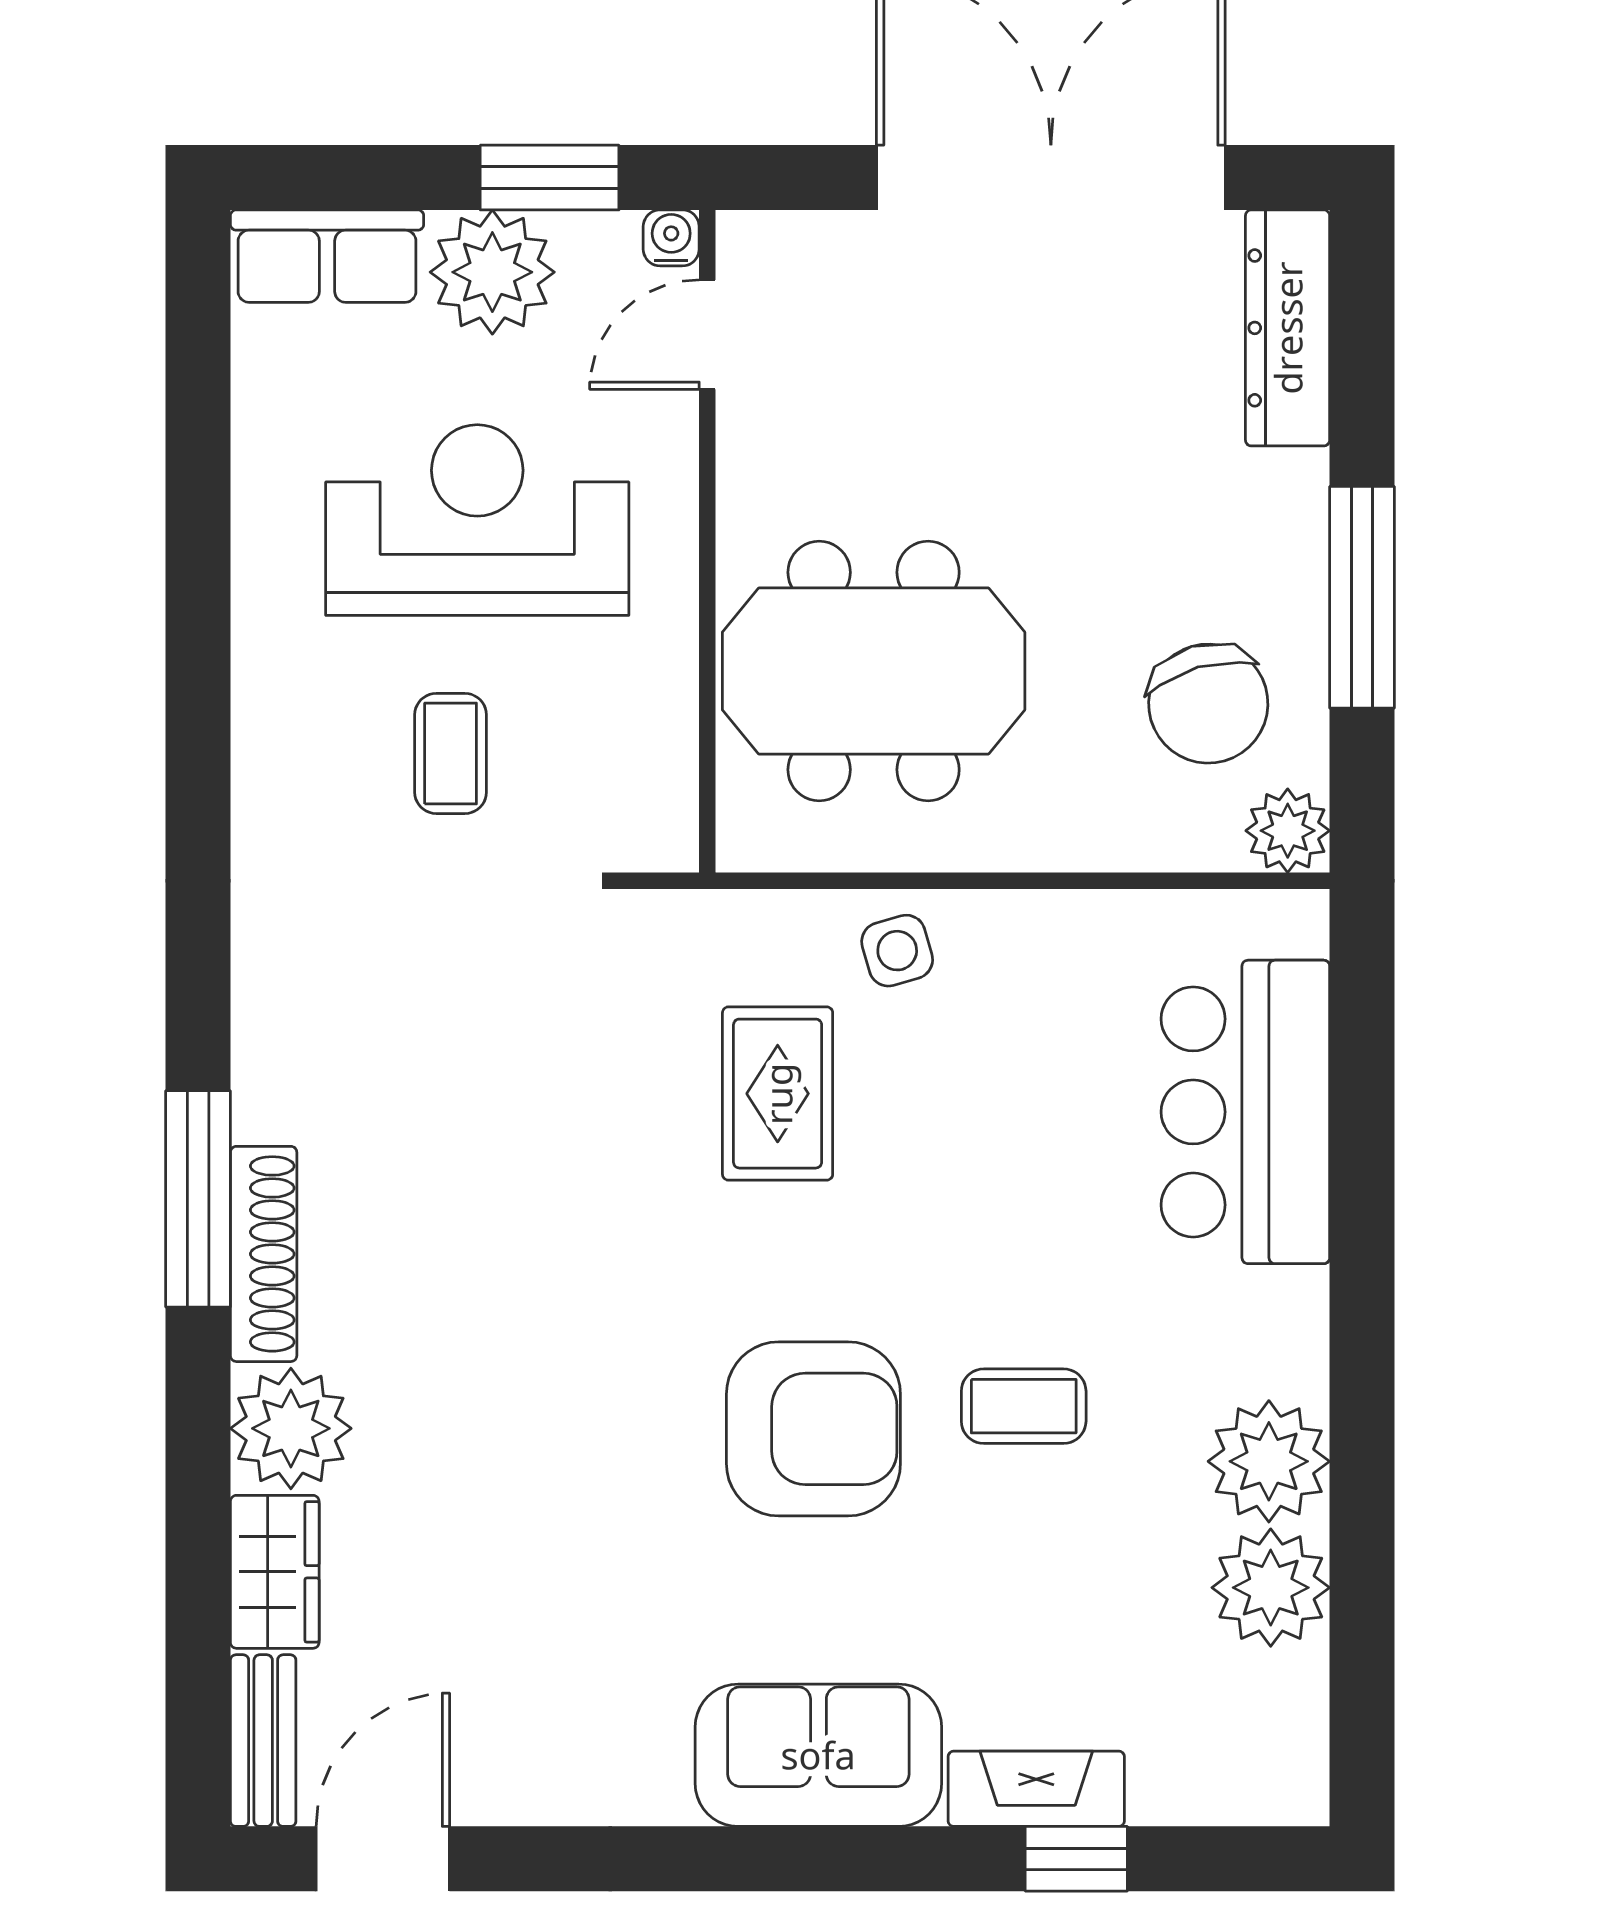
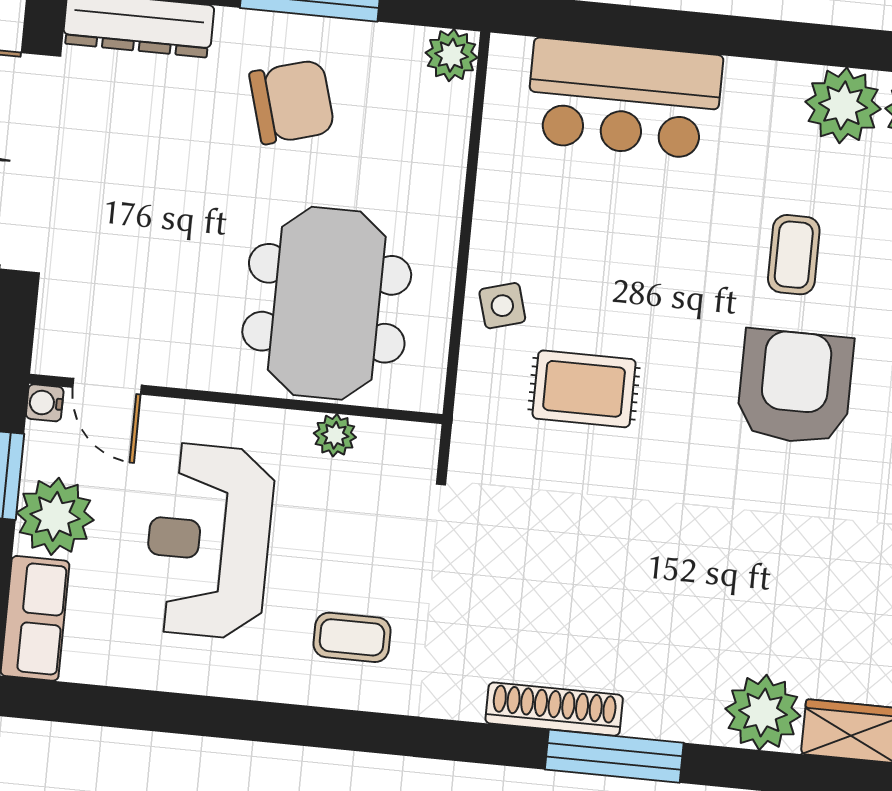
chair: (1208, 704) -> (292, 102), moved
plant: (665, 705) -> (335, 435), added
coffee table: (451, 753) -> (352, 637), moved
shoe rack: (264, 1254) -> (554, 709), moved

